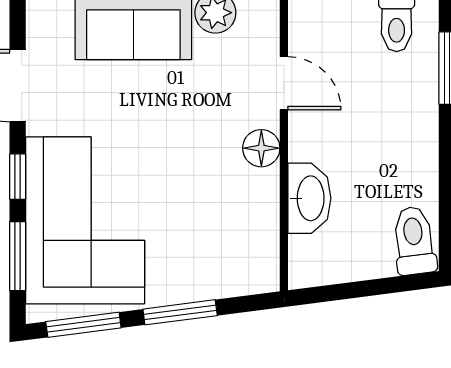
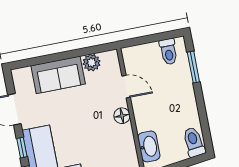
washbasin: (309, 198) -> (149, 146), moved

